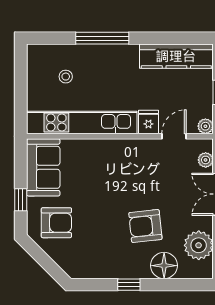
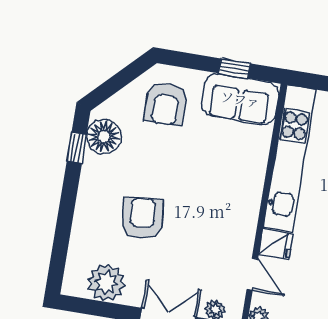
window: (21, 200) -> (235, 68), moved
floor lamp: (164, 266) -> (104, 136), moved
window: (129, 285) -> (77, 148), moved

